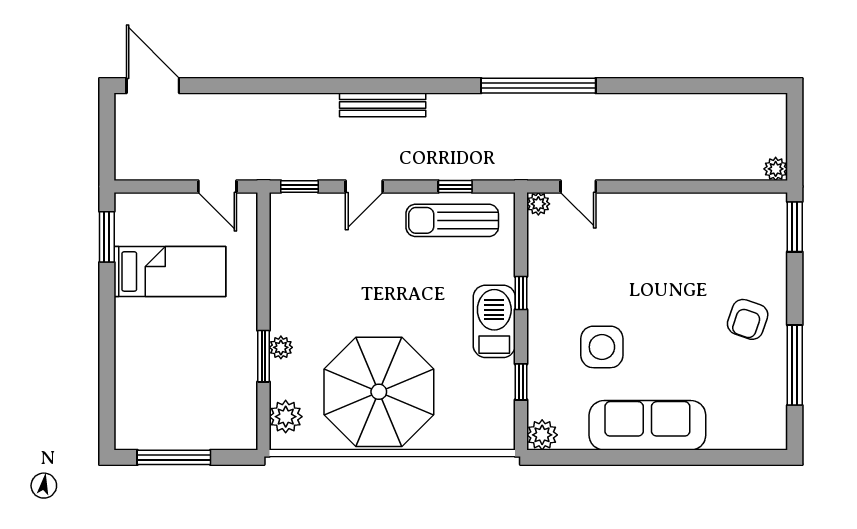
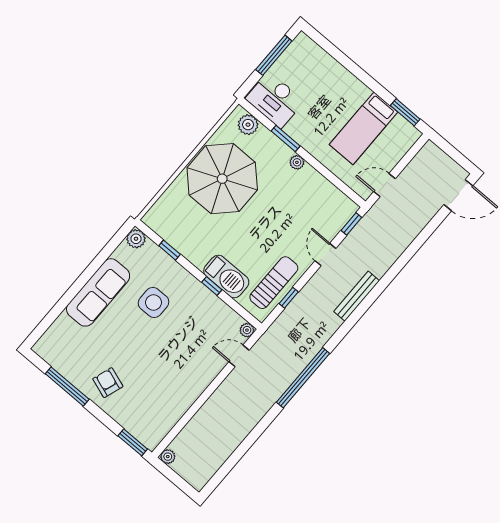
barbecue: (494, 321) -> (226, 277), moved
plant: (281, 347) -> (297, 162), moved
desk: (228, 410) -> (275, 100), added

